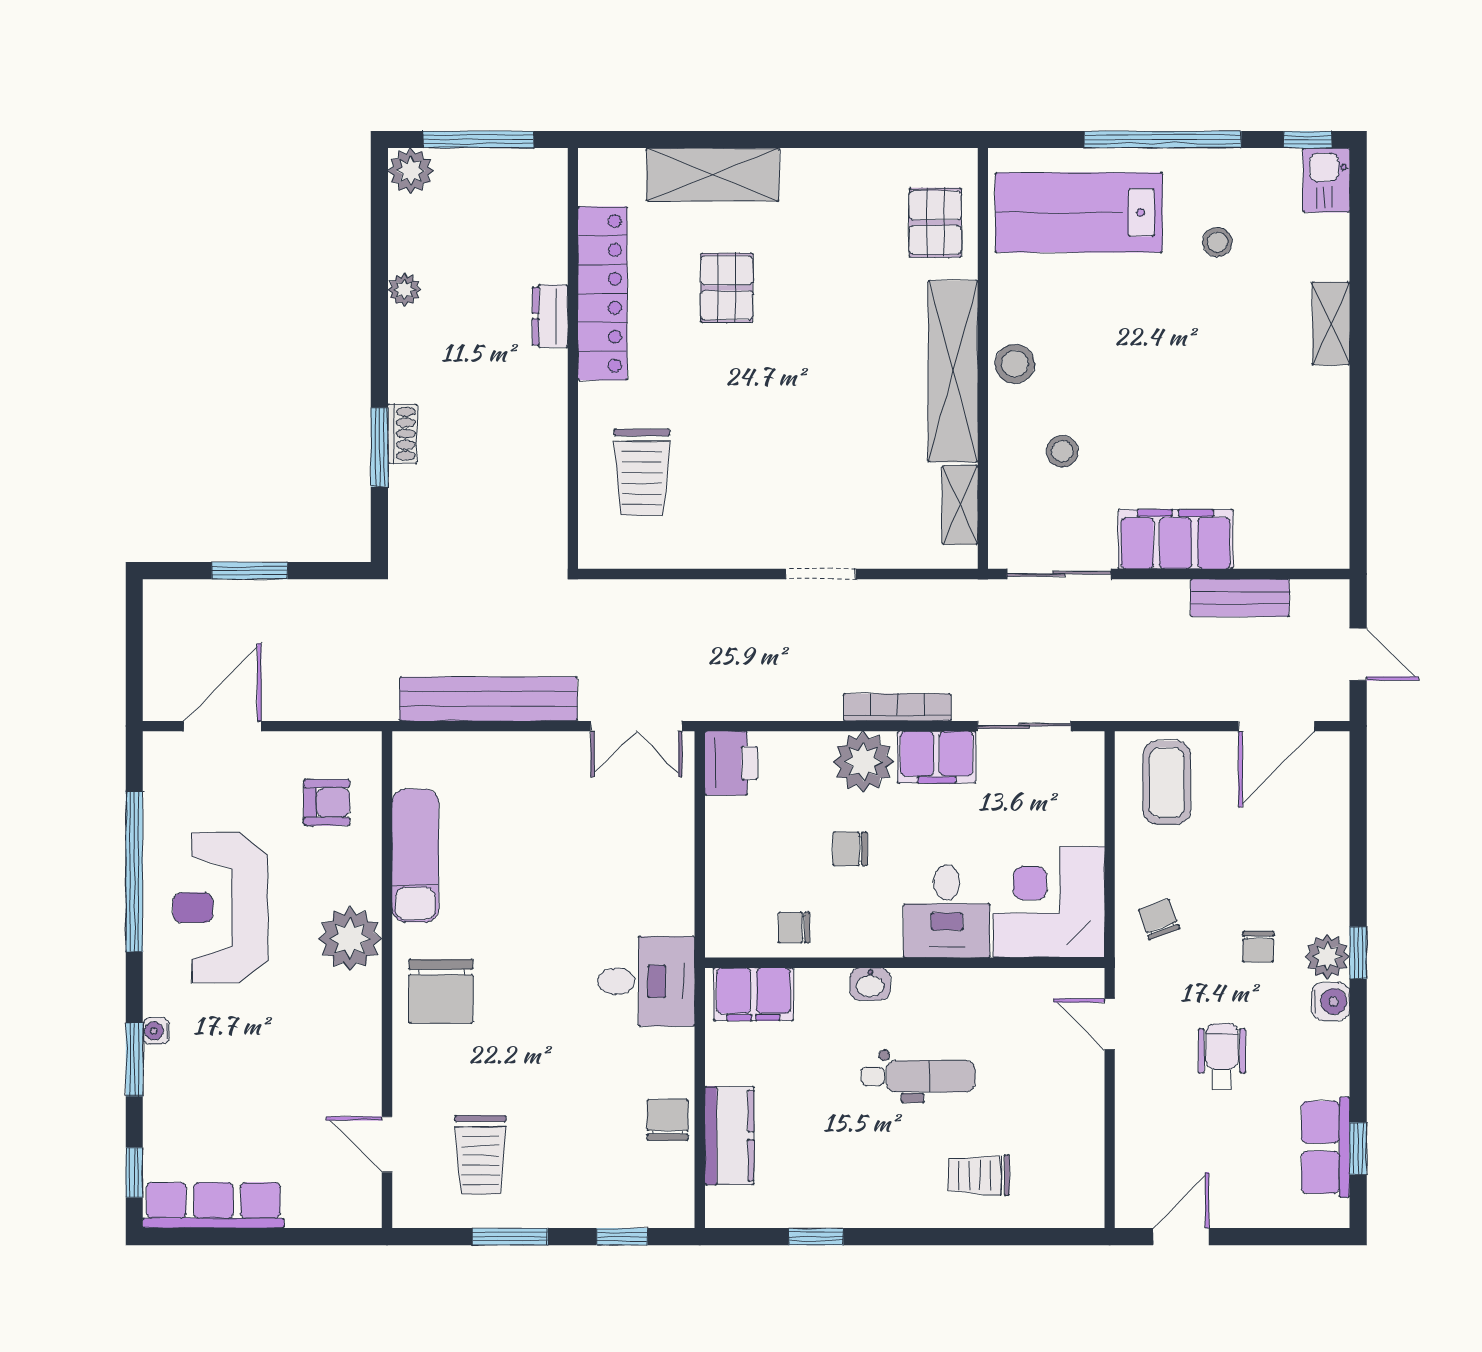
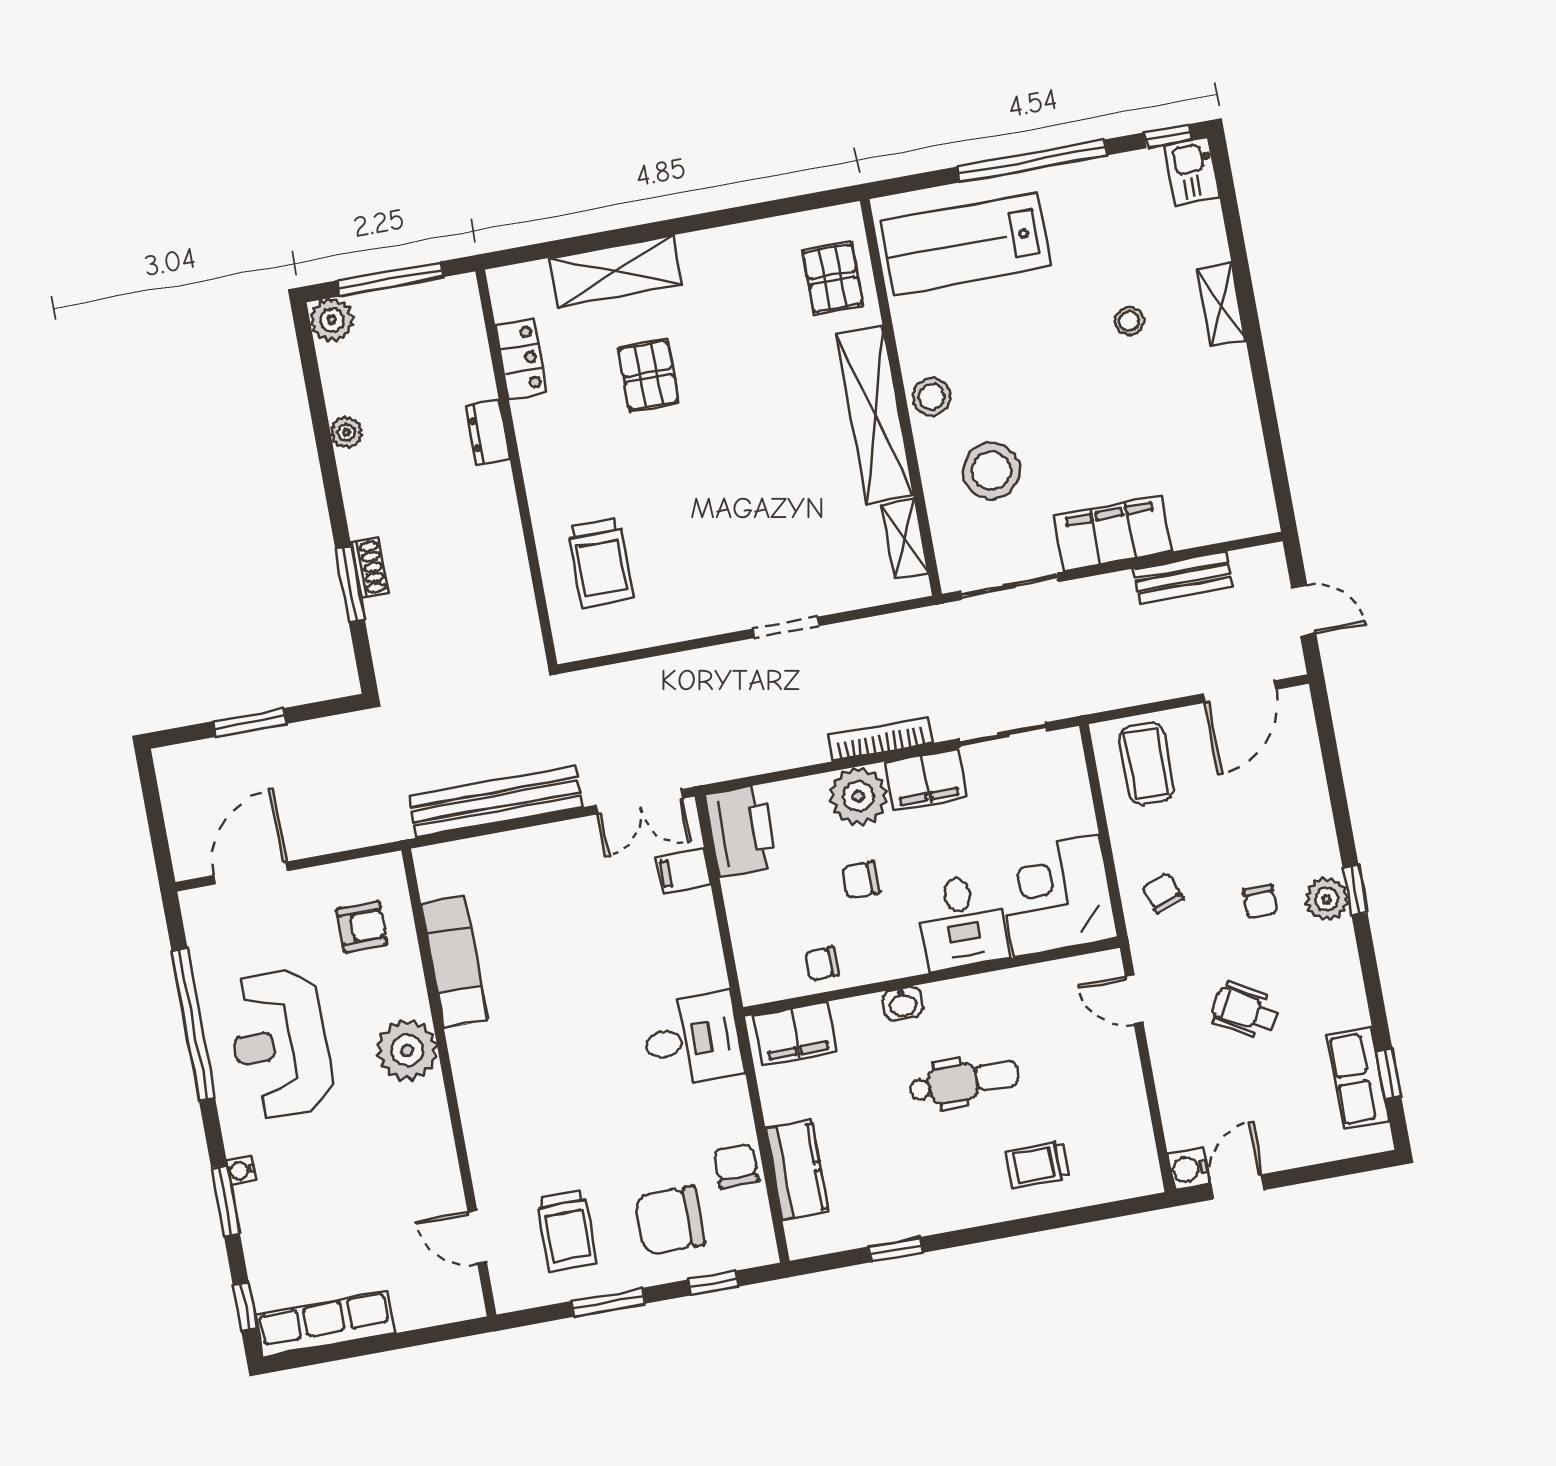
stool: (1217, 242) -> (1129, 321), moved
locker: (603, 293) -> (521, 359), width x0.46, depth x0.83
stool: (1062, 451) -> (991, 471), width x1.89, depth x1.89
printer: (731, 763) -> (741, 830), width x1.37, depth x1.19
filing cabinet: (669, 806) -> (683, 871), added
chair: (441, 991) -> (670, 1220), moved, turned 90
water cooler: (1331, 1001) -> (1189, 1169), moved, turned 180
wheelchair: (1222, 1056) -> (1245, 1011), turned -60

